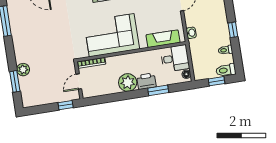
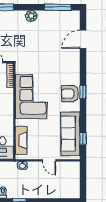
plant: (23, 70) -> (31, 16), moved

